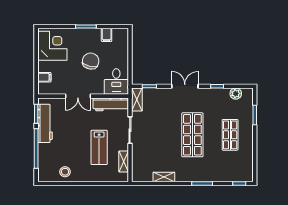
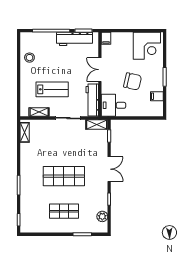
filing cabinet: (44, 77) -> (106, 38), moved
lab bench: (99, 147) -> (52, 89), turned 180
shelving: (164, 177) -> (25, 132), moved

